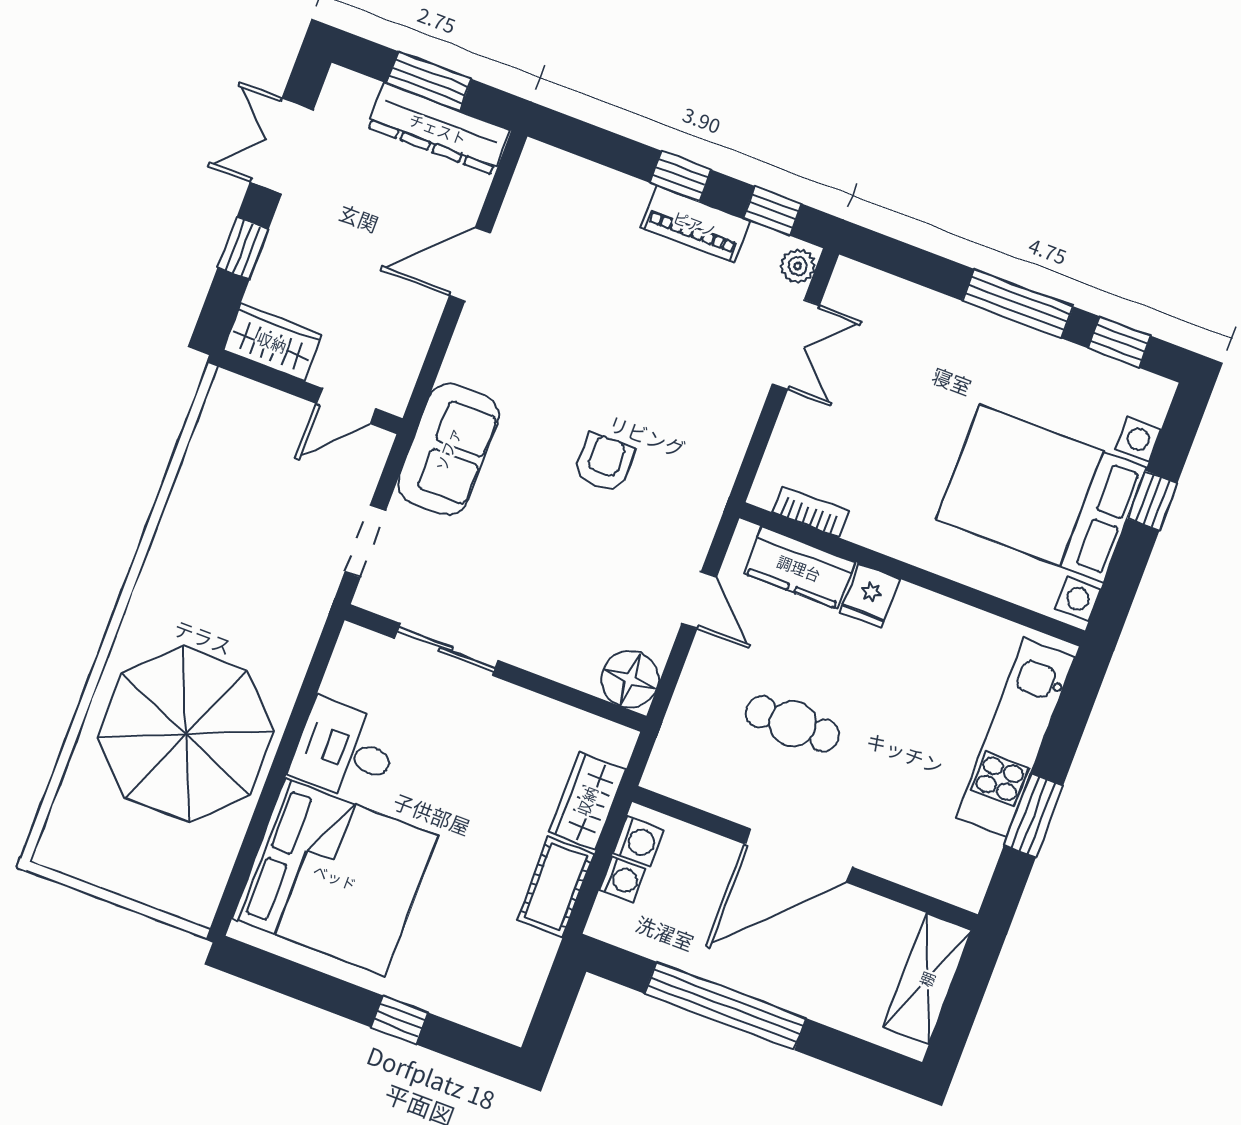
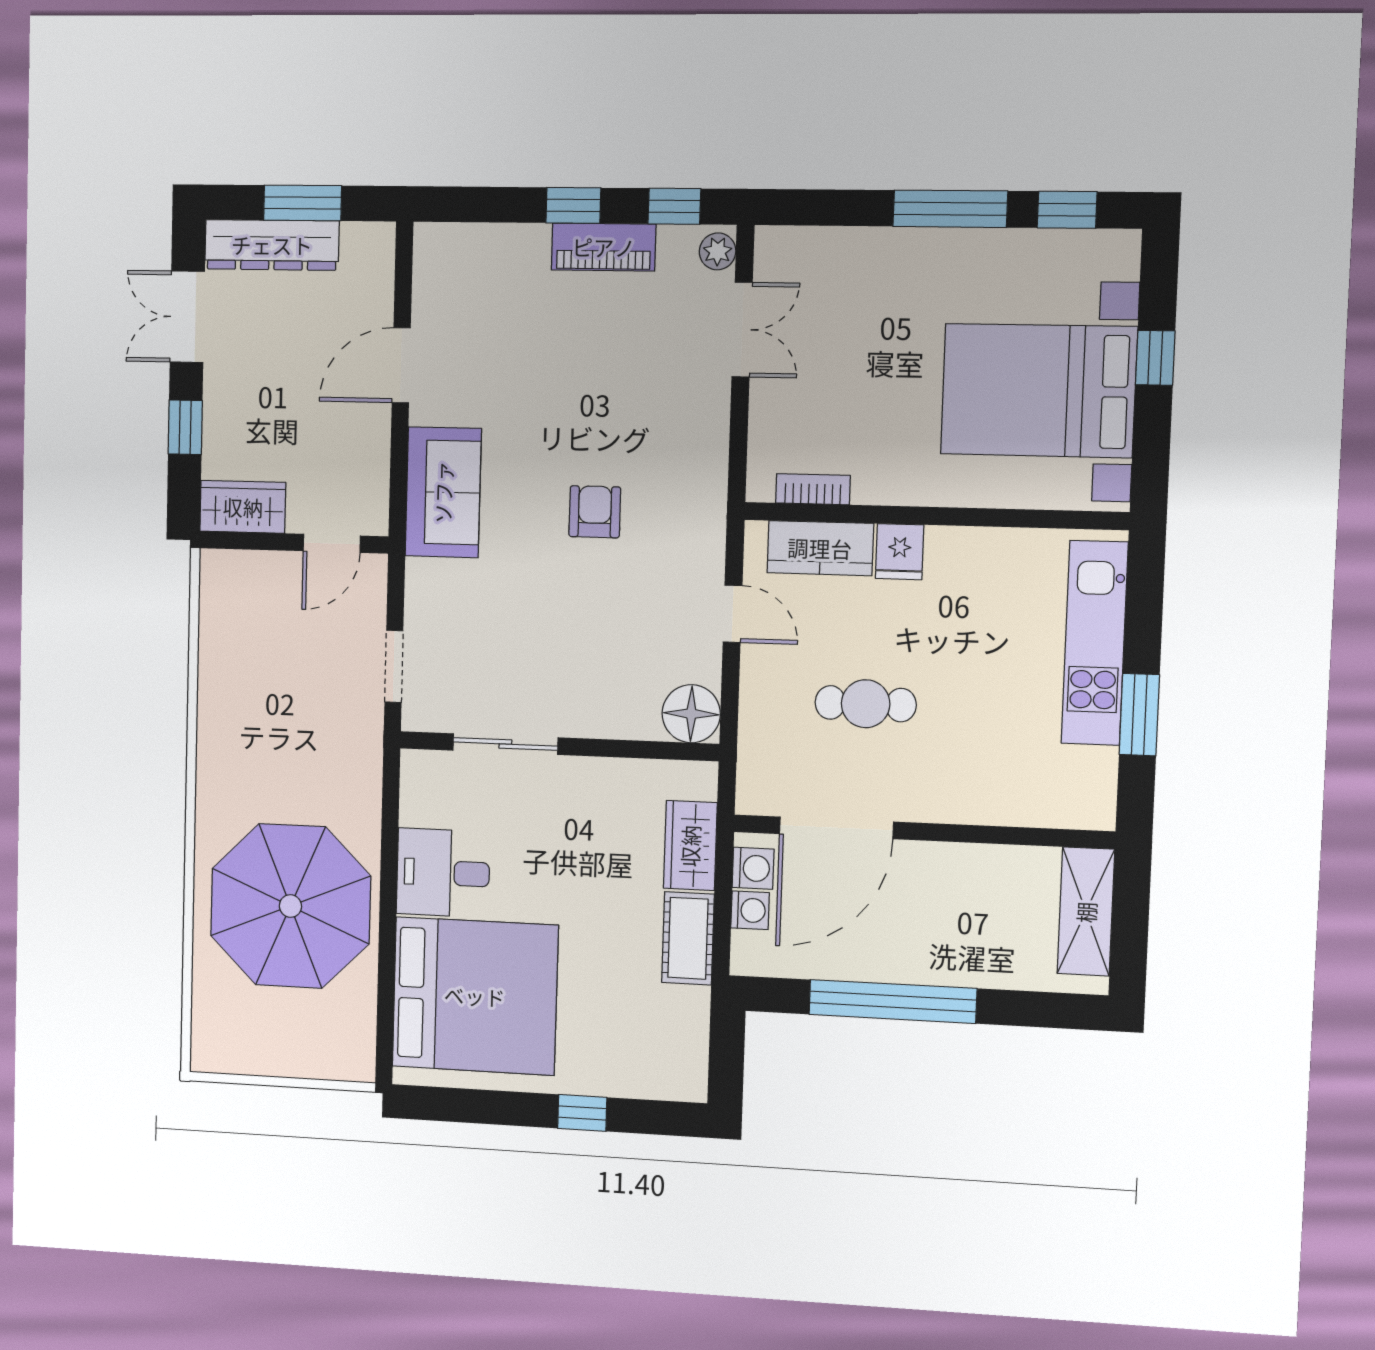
dresser: (438, 129) -> (272, 245), moved
sofa: (448, 449) -> (443, 492), moved
door: (799, 856) -> (836, 828), moved

